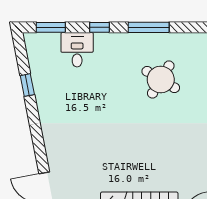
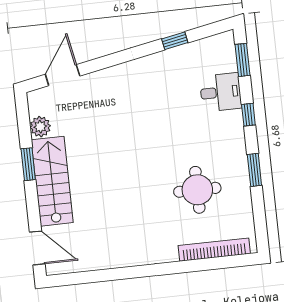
window: (149, 27) -> (254, 170), width x0.69
round table: (161, 80) -> (197, 190), turned -31

